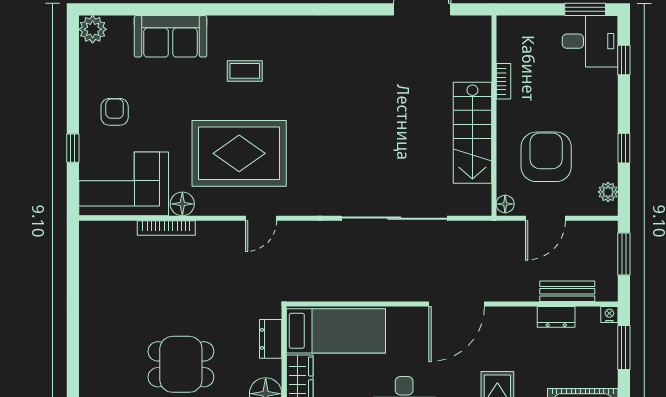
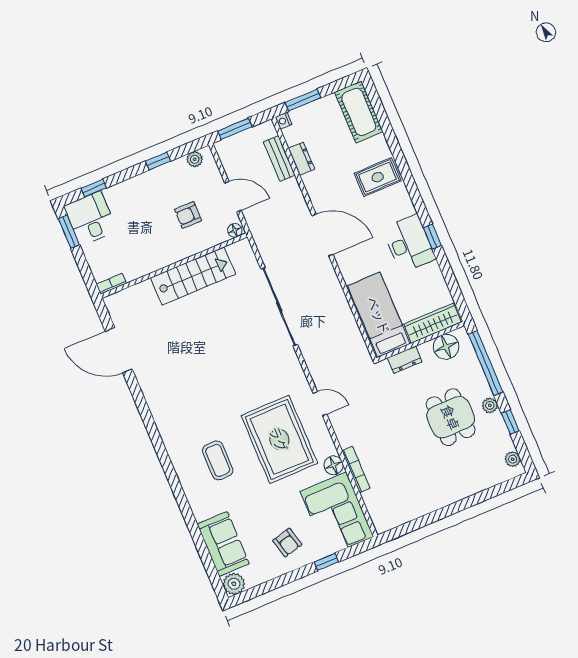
sofa: (171, 36) -> (223, 544), moved
coffee table: (245, 71) -> (218, 460), width x1.36, depth x1.30
bookcase: (503, 81) -> (111, 284), moved
armchair: (115, 112) -> (287, 543), turned -104
armchair: (546, 157) -> (188, 215), width x0.53, depth x0.53

